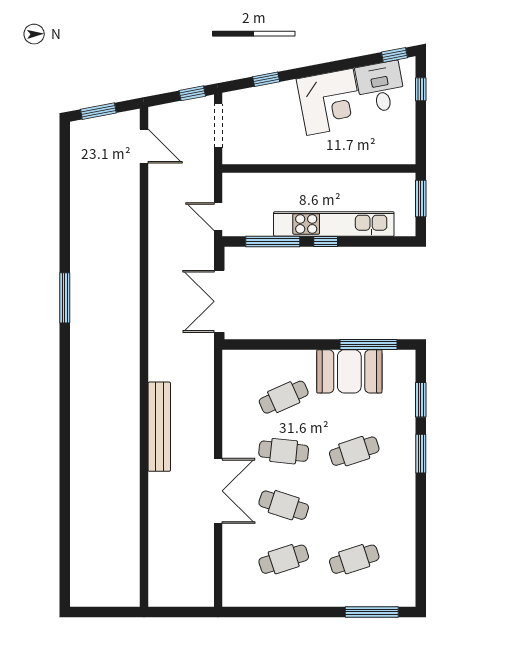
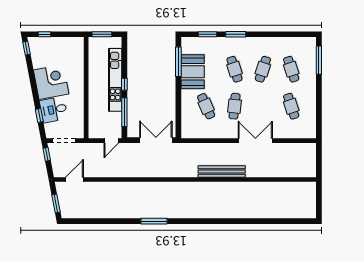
desk: (381, 87) -> (54, 110), moved
double door: (219, 301) -> (156, 140), swing flipped
cafe table: (284, 505) -> (263, 69), moved

